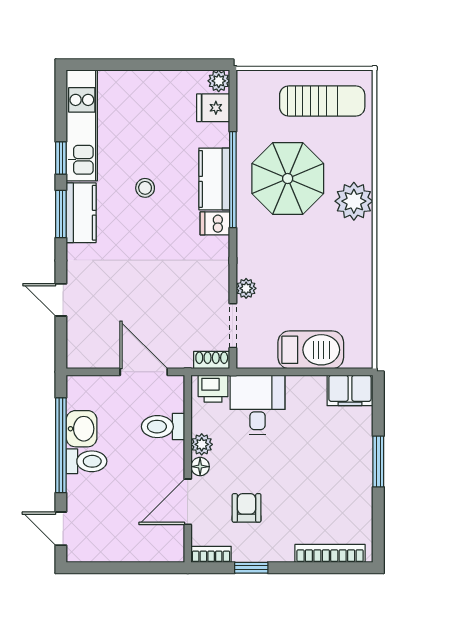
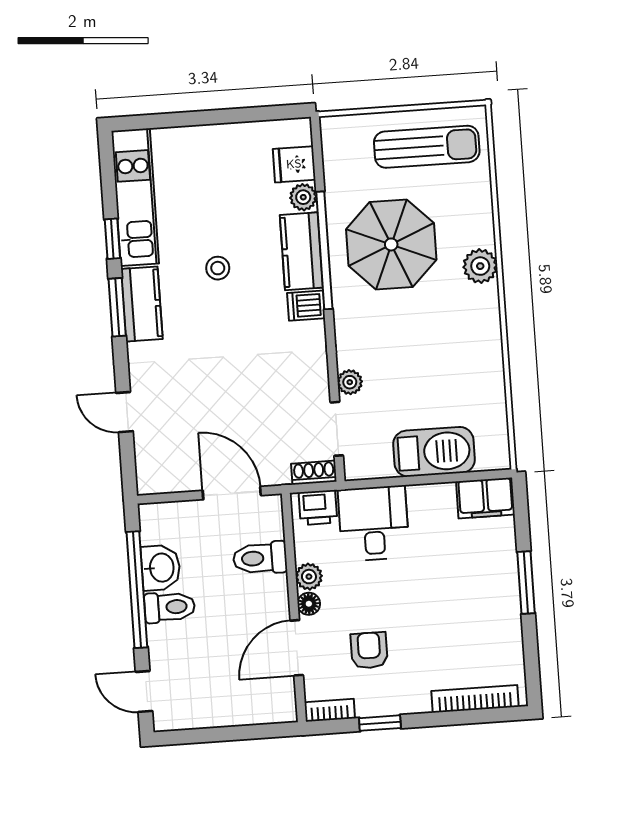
plant: (219, 81) -> (303, 197), moved
plant: (354, 201) -> (480, 266), width x0.73, depth x0.73

